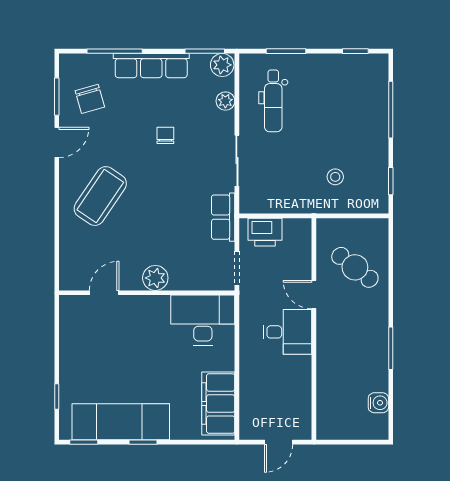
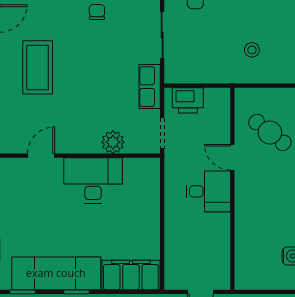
coffee table: (100, 196) -> (38, 67), turned -34
plant: (155, 278) -> (113, 142), moved
desk: (203, 320) -> (93, 181), moved
filing cabinet: (218, 404) -> (131, 275), moved, turned 90

